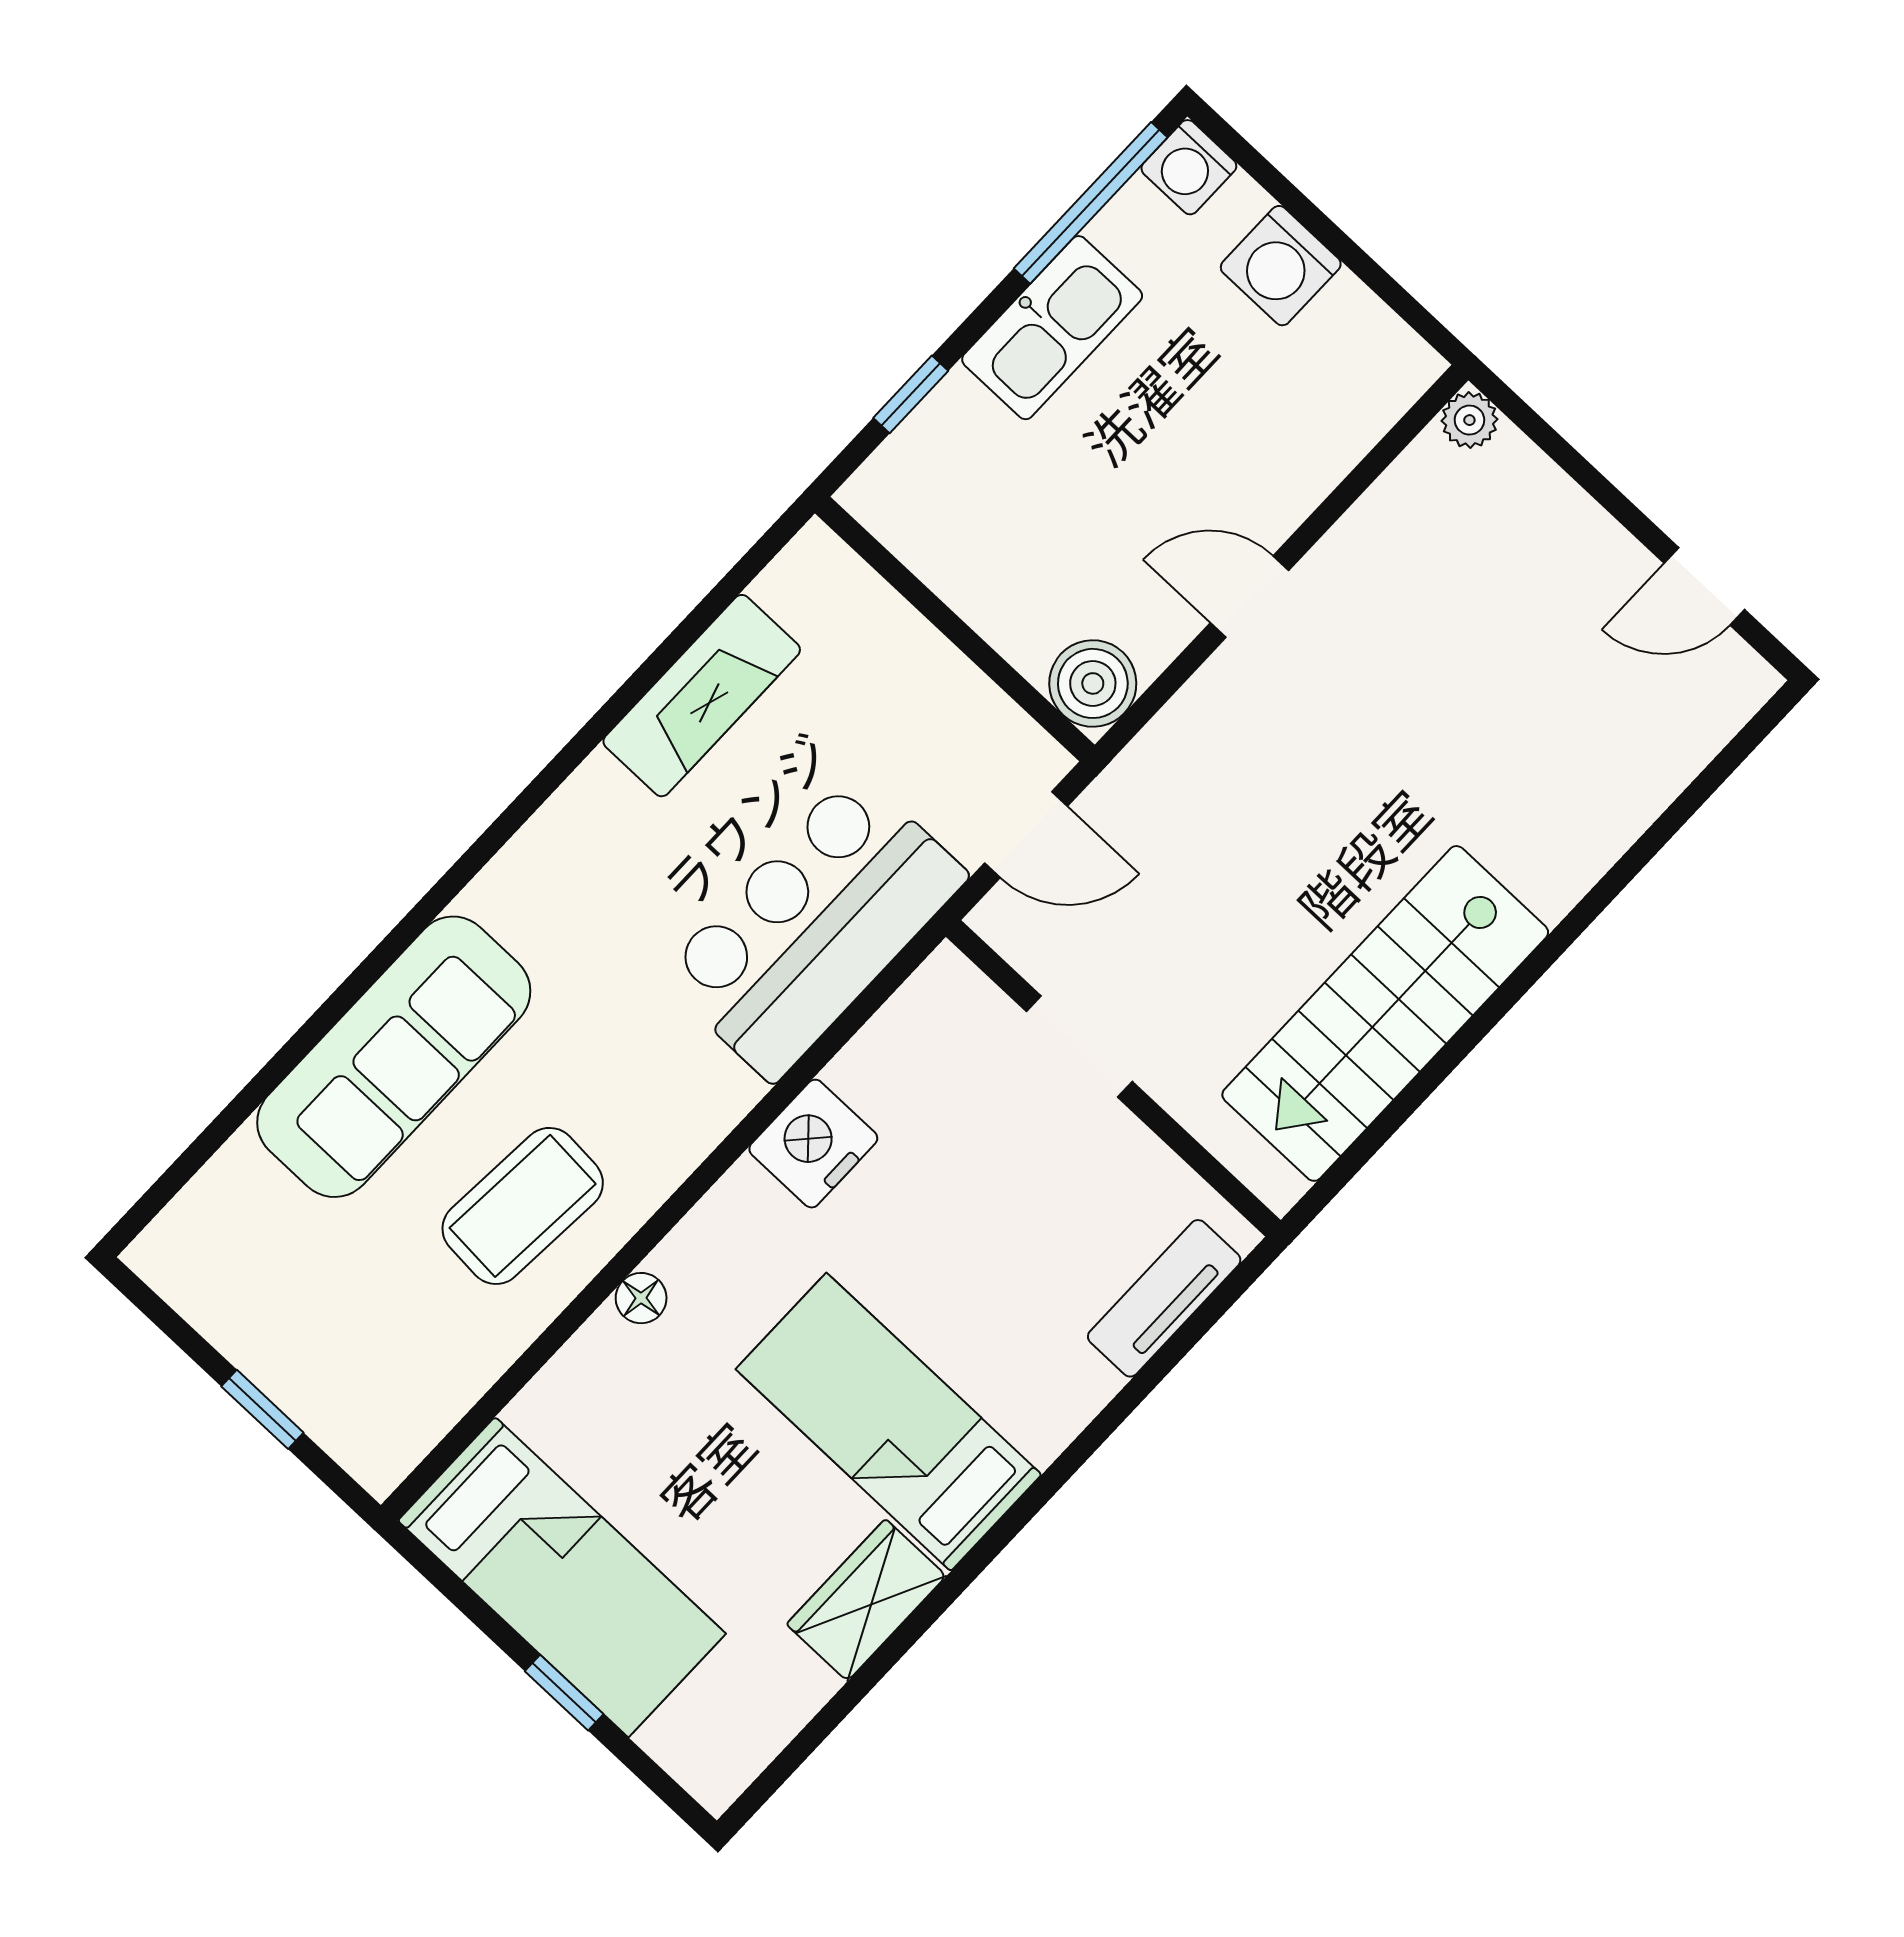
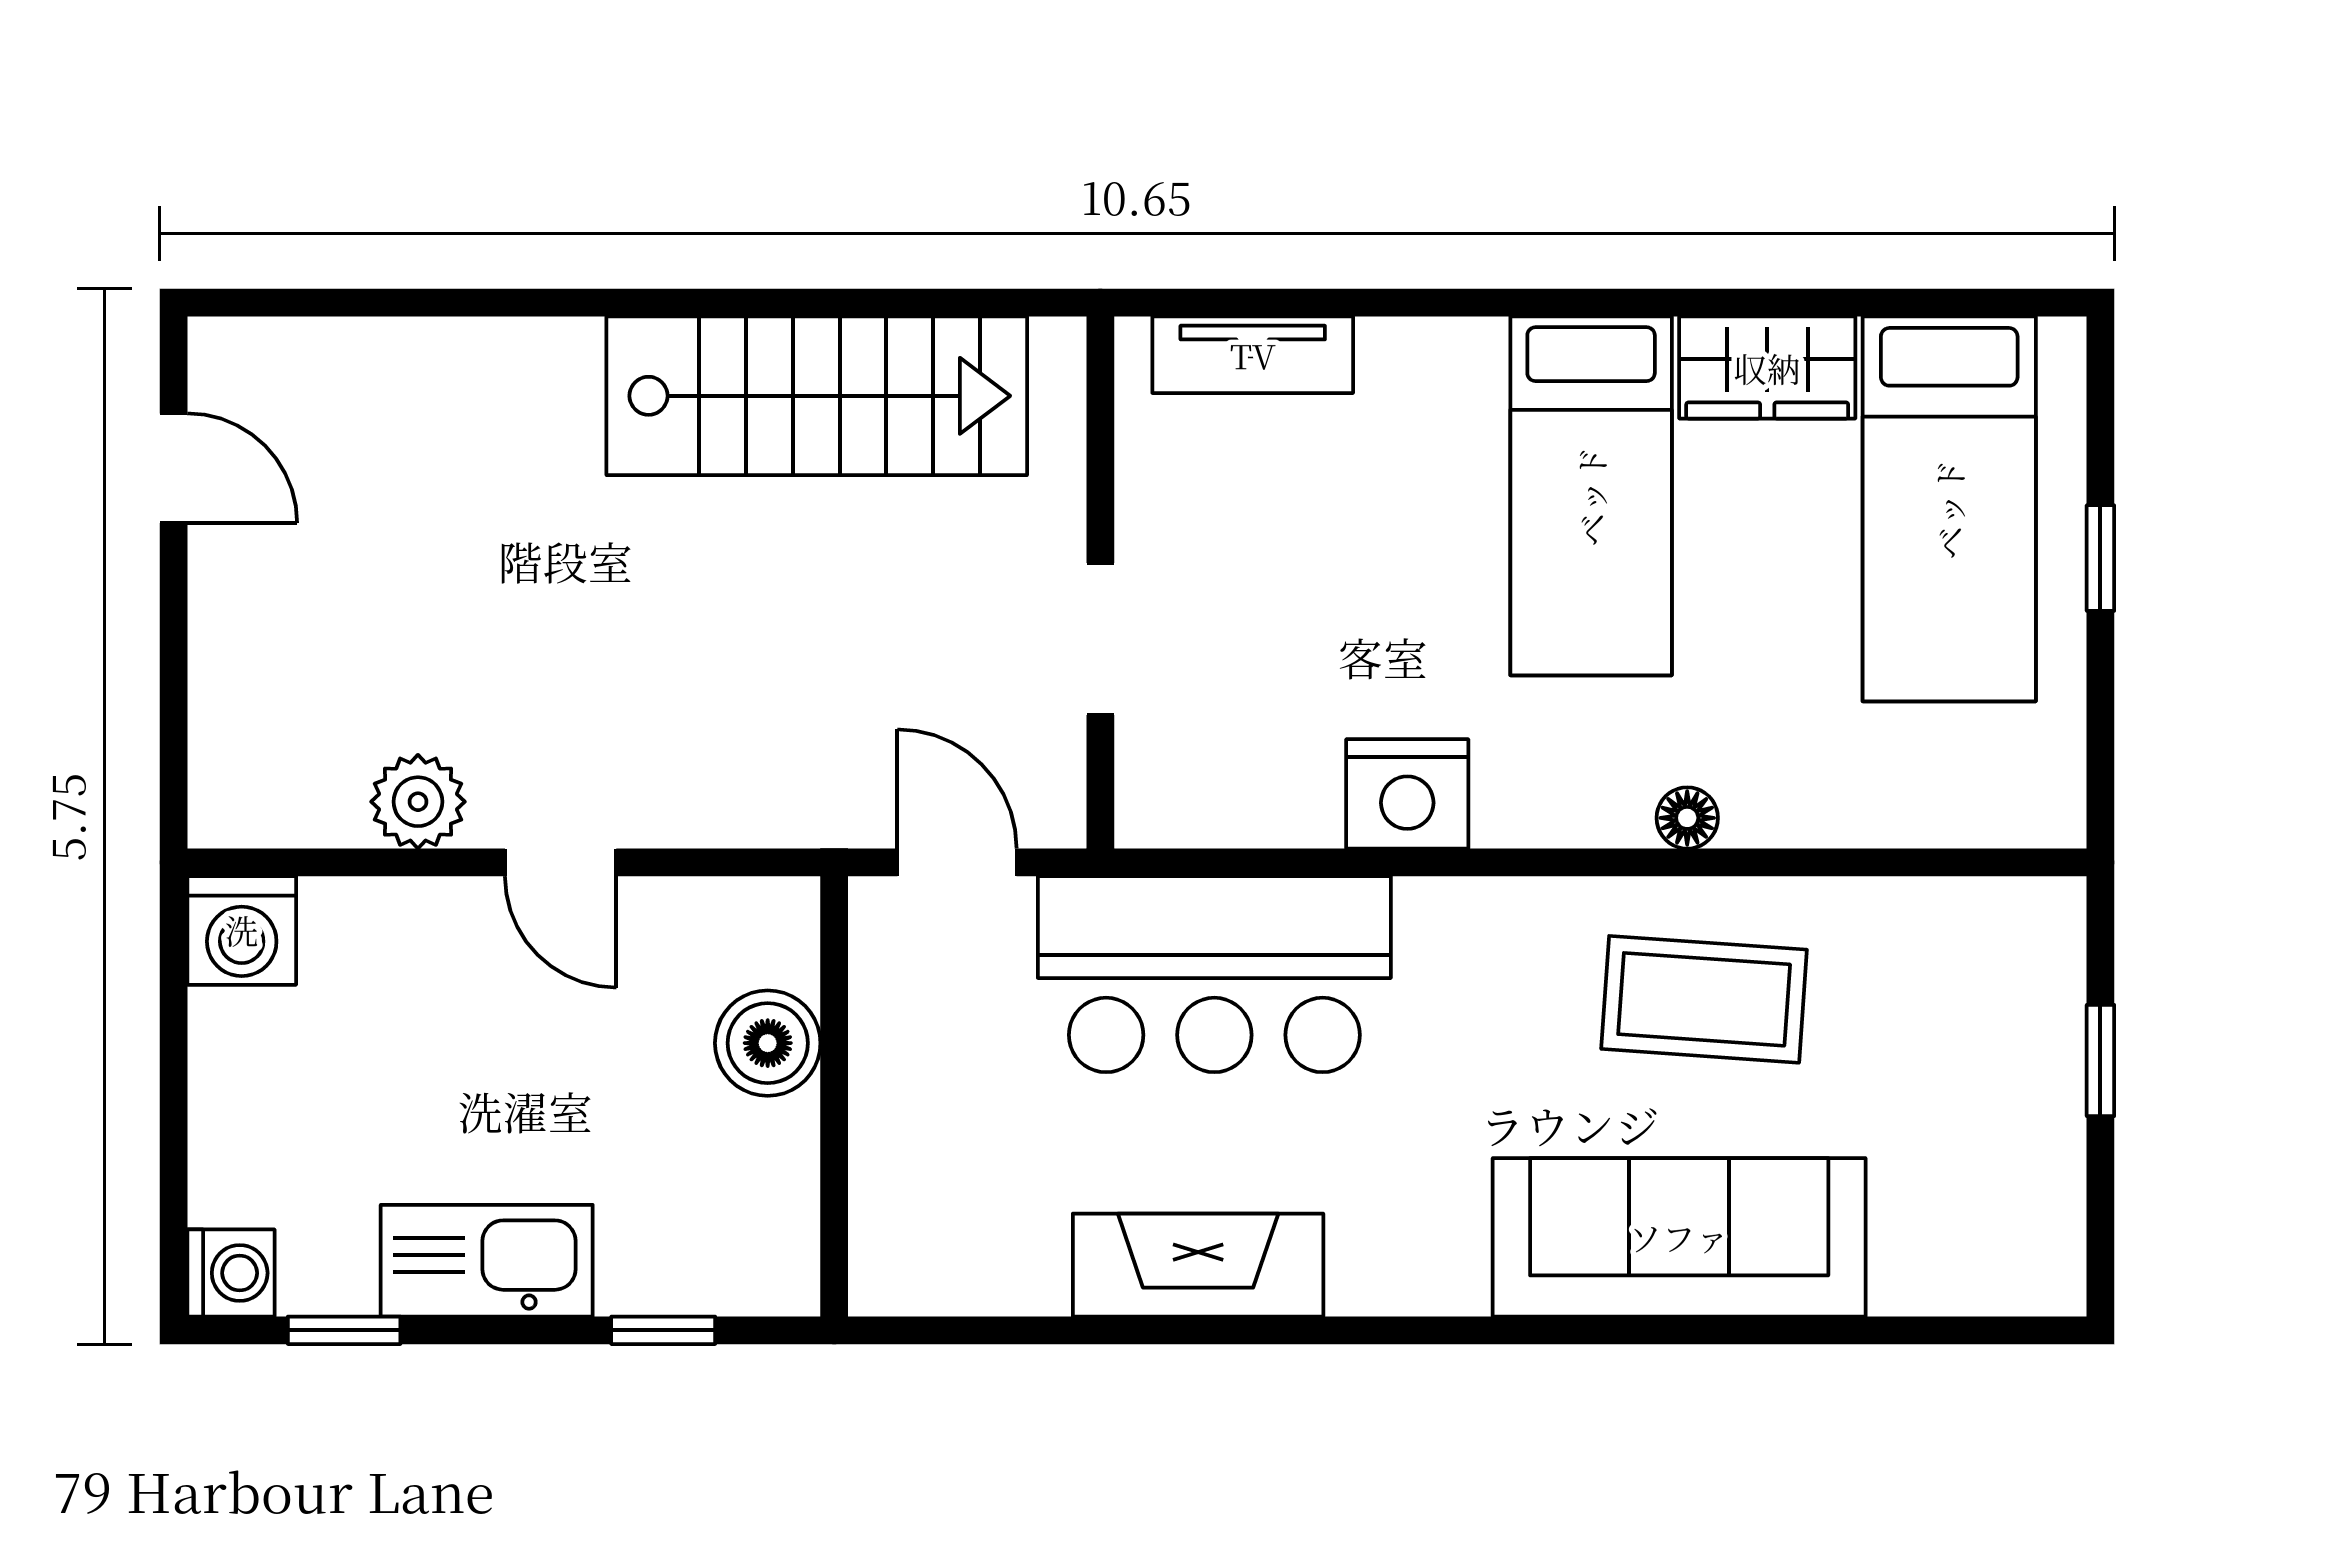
window: (1091, 203) -> (344, 1330), width x0.46
washing machine: (1281, 266) -> (242, 930), moved, turned 90
plant: (1469, 420) -> (418, 802), moved, width x1.38, depth x1.38
boiler: (1093, 683) -> (768, 1043), moved
fireplace: (702, 696) -> (1198, 1265), moved
bed: (562, 1577) -> (1949, 509), moved, turned 180

